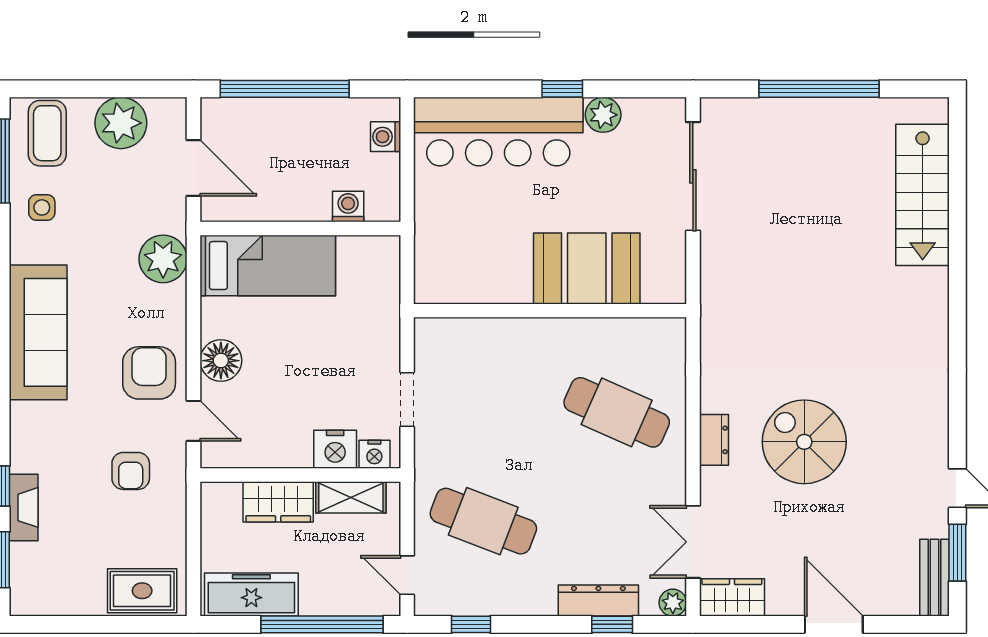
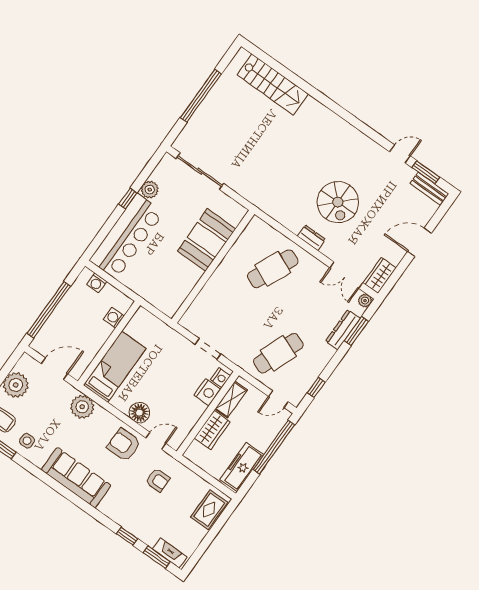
spiral stairs: (804, 442) -> (338, 202), turned -90
fireplace: (24, 507) -> (170, 553), moved
window: (612, 624) -> (356, 331), width x1.50

